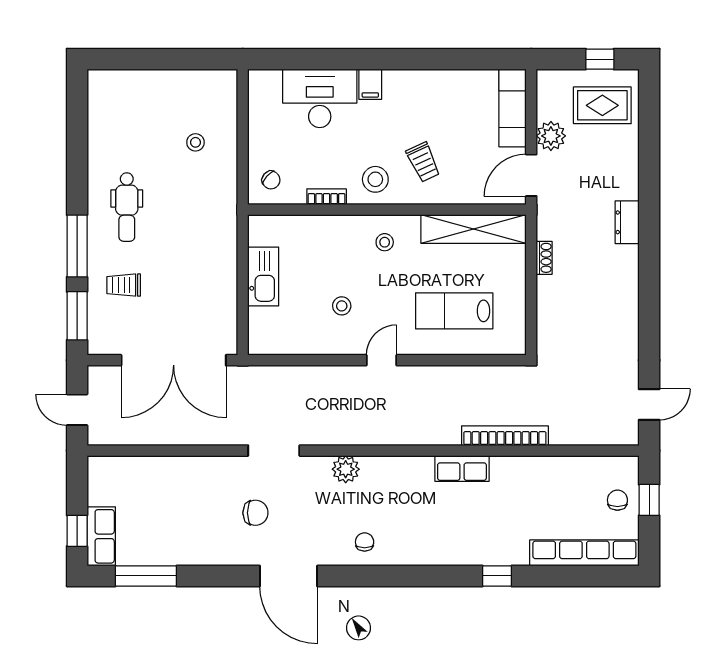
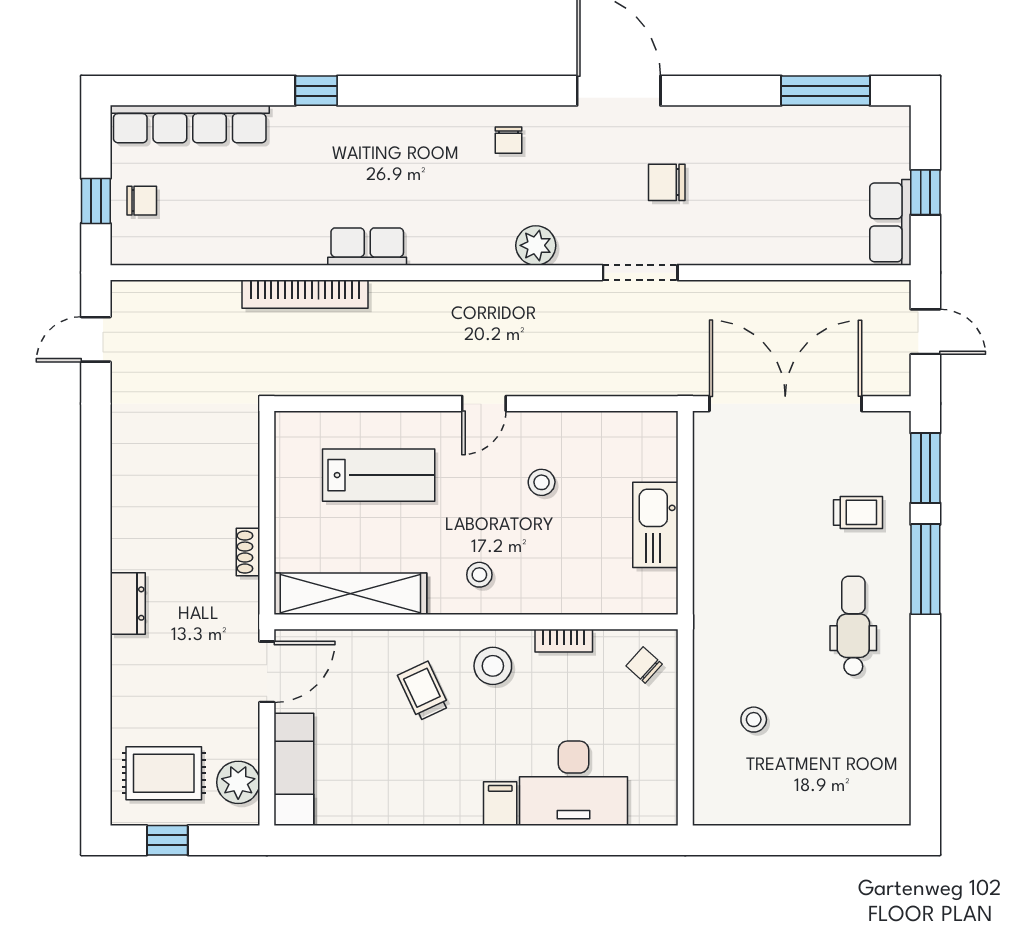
plant: (551, 136) -> (238, 782), moved
chair: (617, 500) -> (142, 201), turned -90
window: (77, 531) -> (925, 192), moved
row of seats: (101, 536) -> (890, 222), moved

